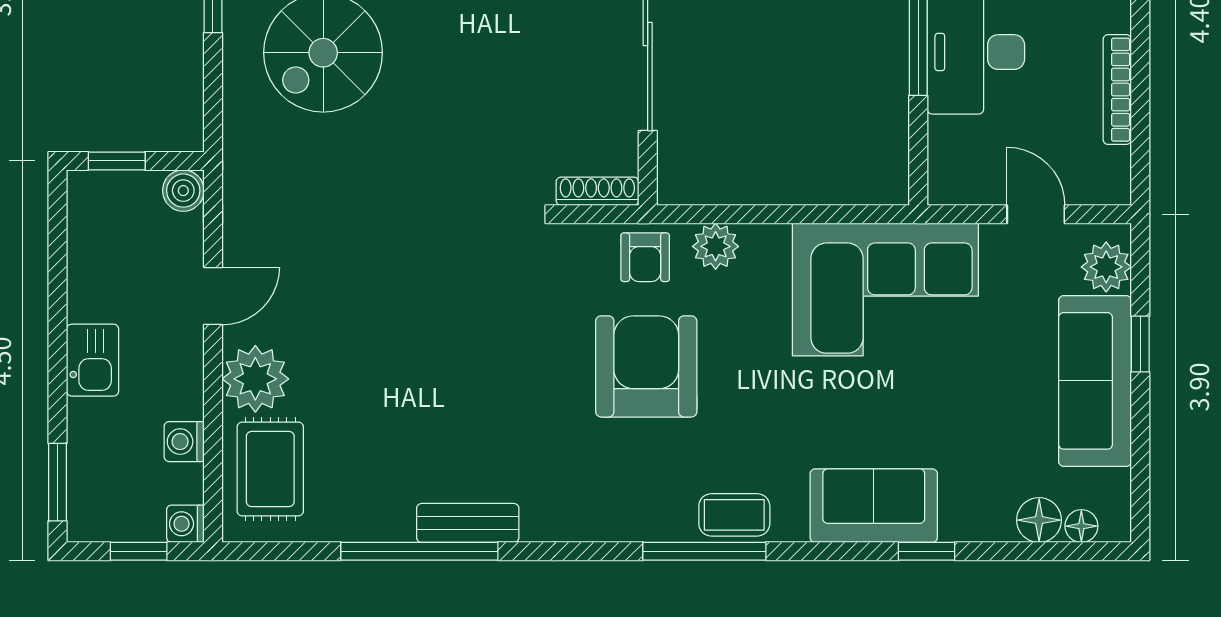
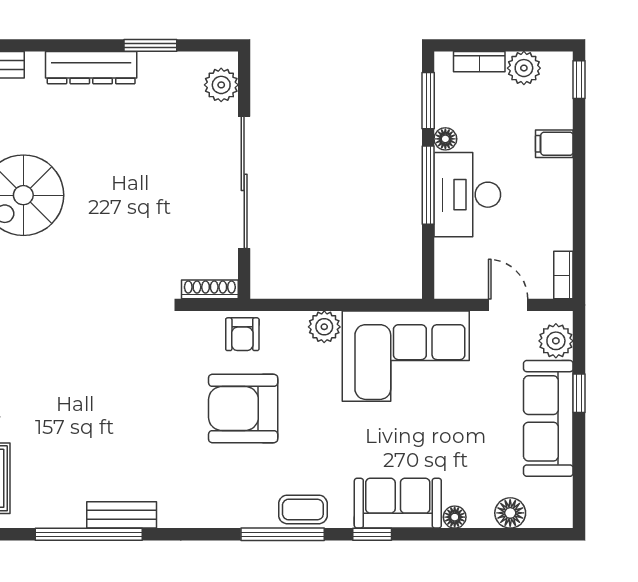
bookcase: (1117, 90) -> (563, 275), moved, width x0.64
plant: (716, 246) -> (324, 327), moved
armchair: (646, 366) -> (243, 409), turned -90
floor lamp: (1081, 526) -> (455, 517), moved
window: (926, 551) -> (372, 534), moved

